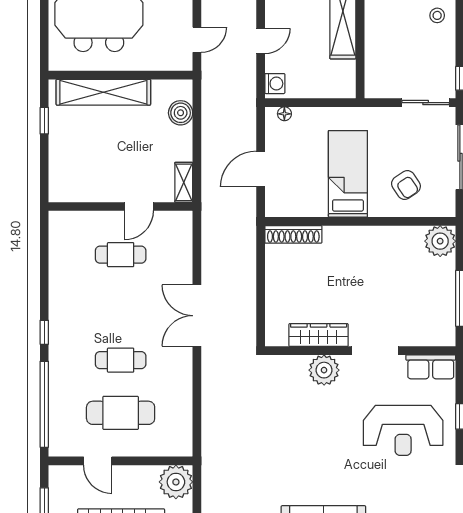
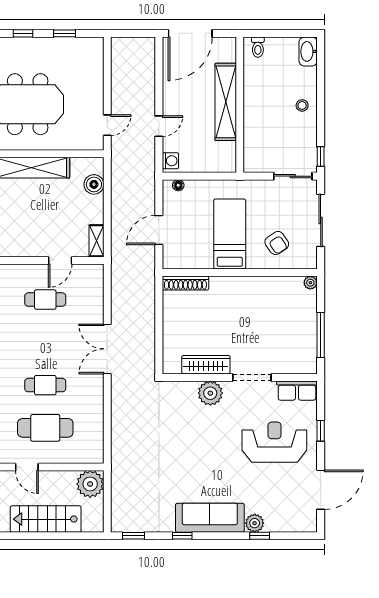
plant: (440, 241) -> (310, 283), width x0.53, depth x0.53
reception desk: (403, 430) -> (274, 442), turned 180

